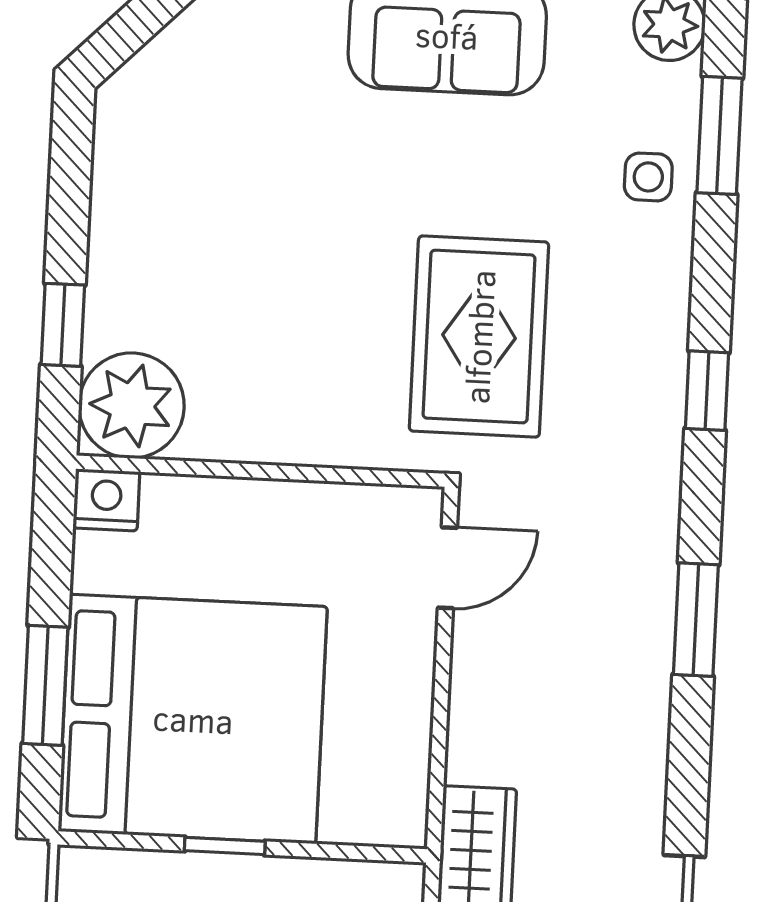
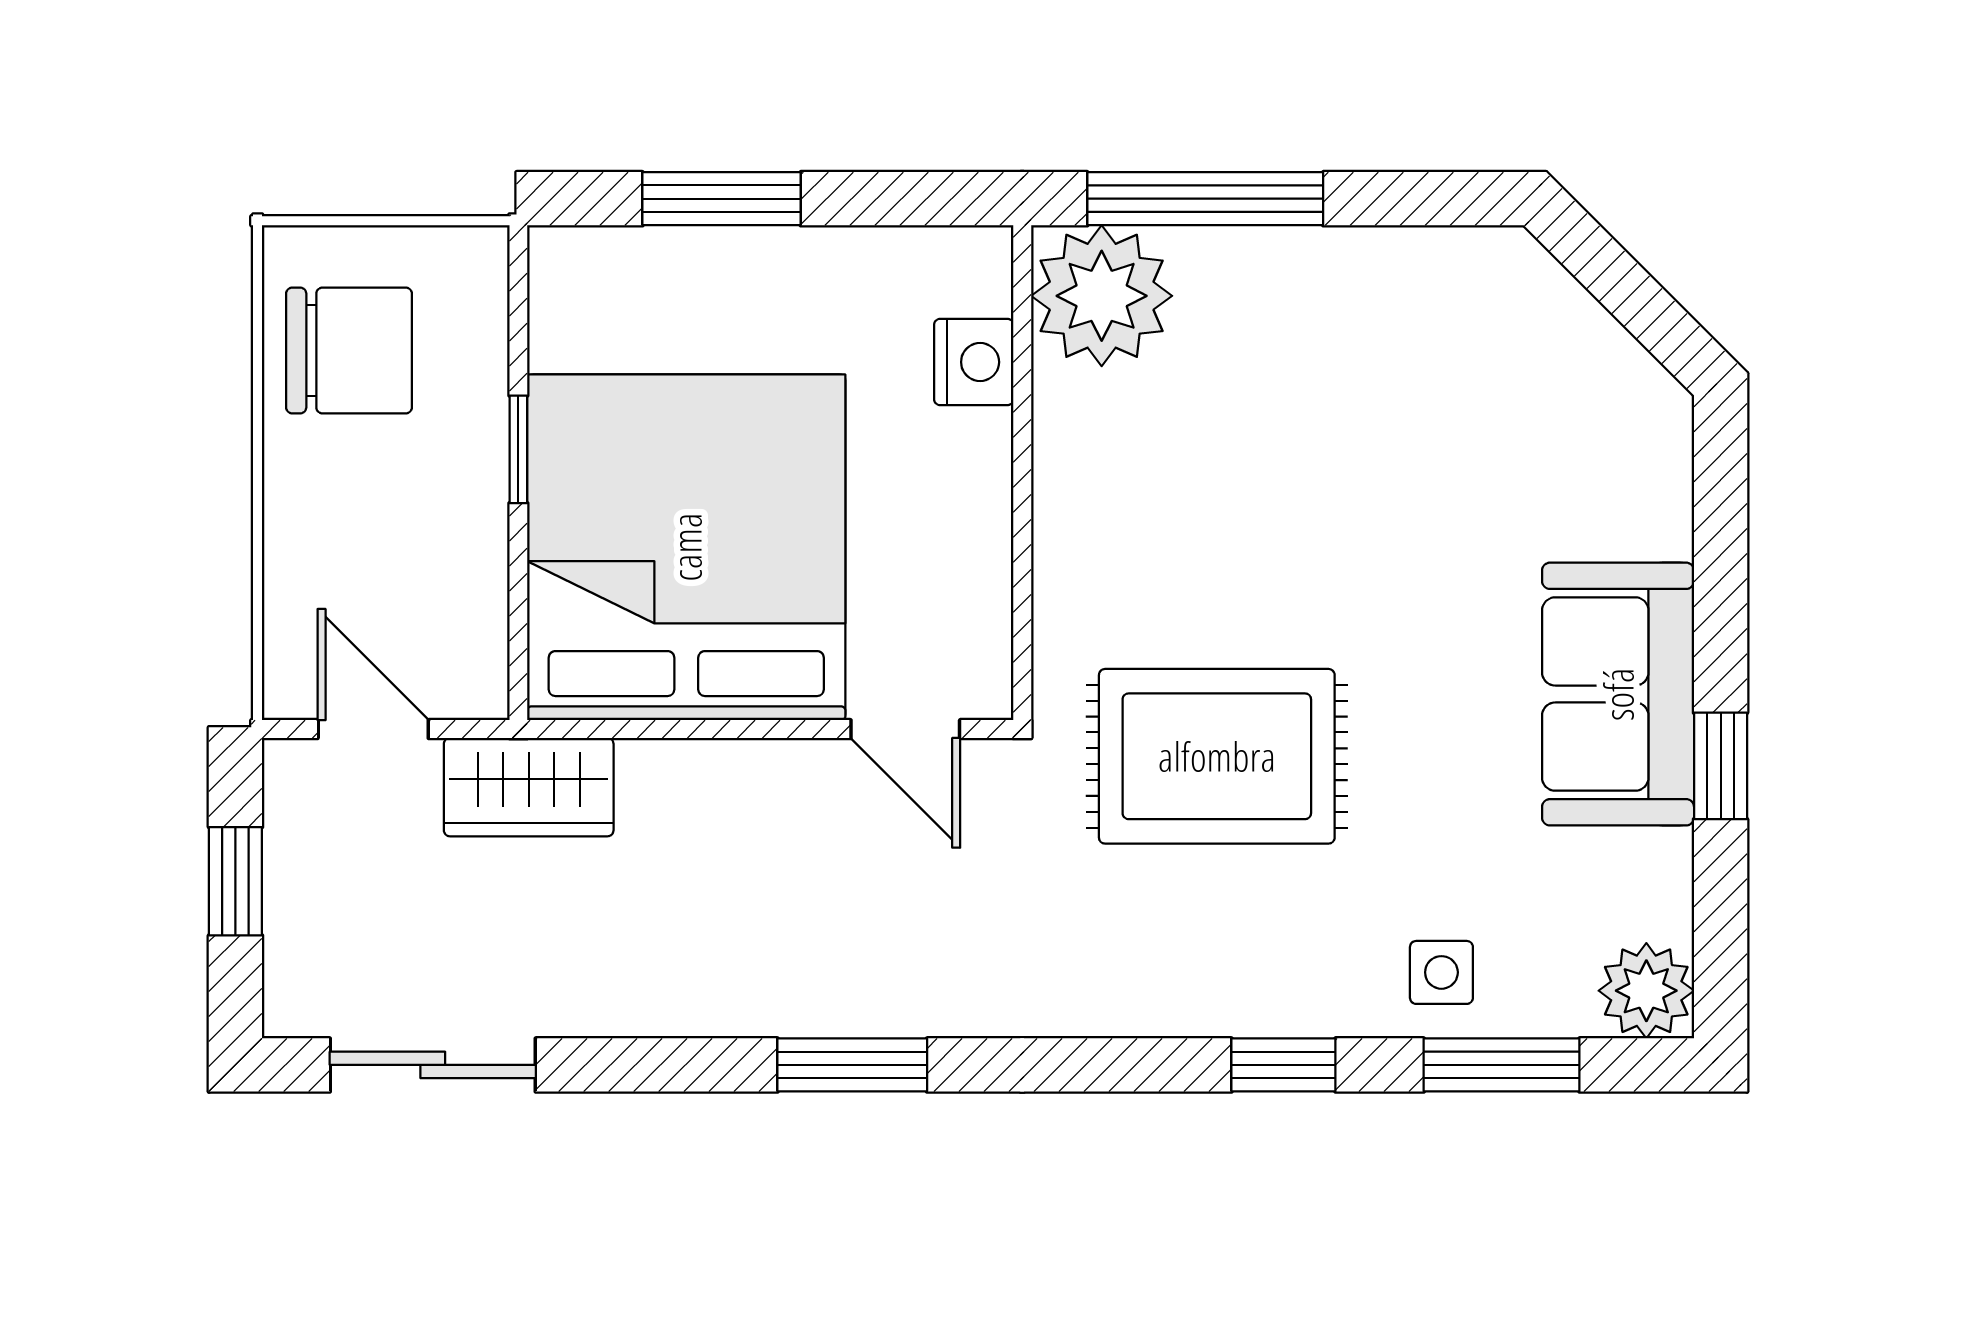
window: (63, 325) -> (1205, 199), width x2.17
window: (707, 391) -> (1283, 1065), moved
nightstand: (106, 500) -> (974, 362), moved
bed: (193, 719) -> (686, 547), moved, turned 180

